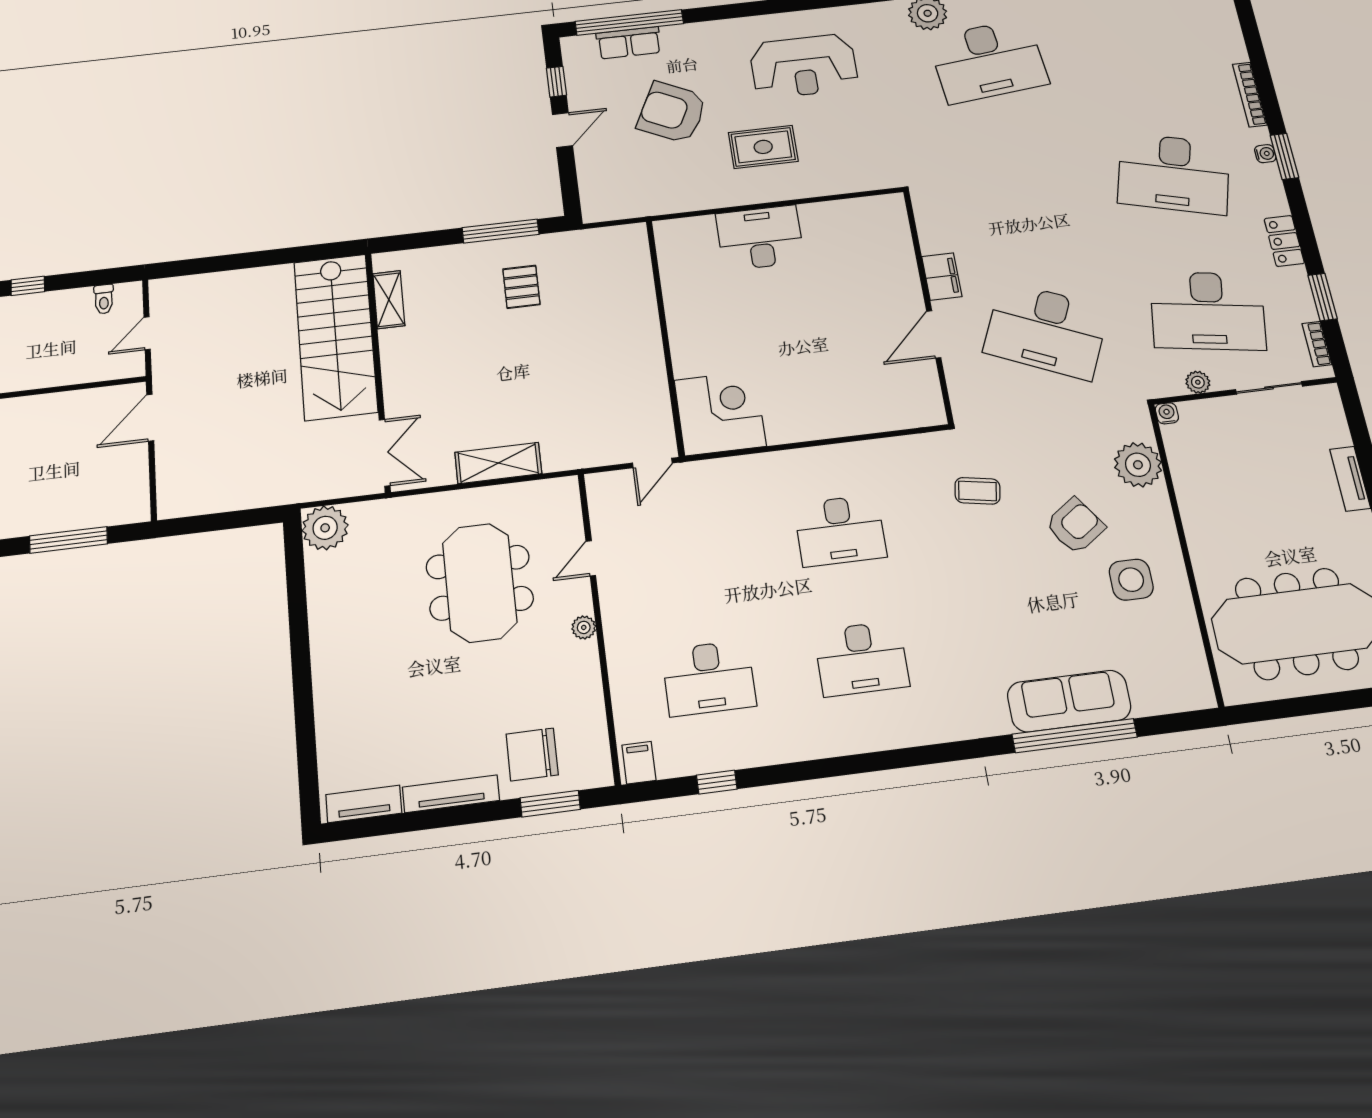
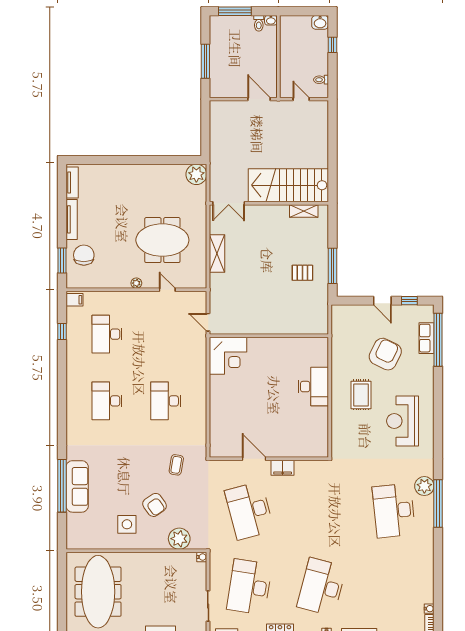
desk: (1046, 330) -> (249, 511), turned -39
plant: (1198, 382) -> (215, 574), removed

